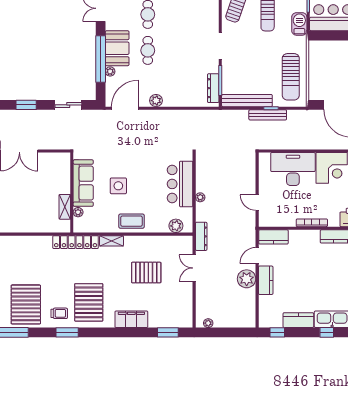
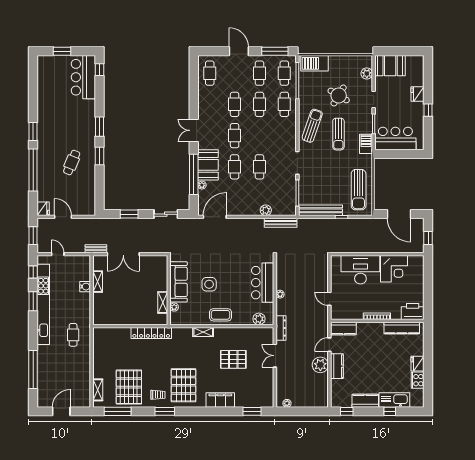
cafe table: (176, 50) -> (259, 167), added
dresser: (213, 88) -> (291, 200), removed
plant: (156, 101) -> (266, 210), moved
bench: (268, 115) -> (281, 223), moved
locker: (76, 242) -> (151, 333), moved

